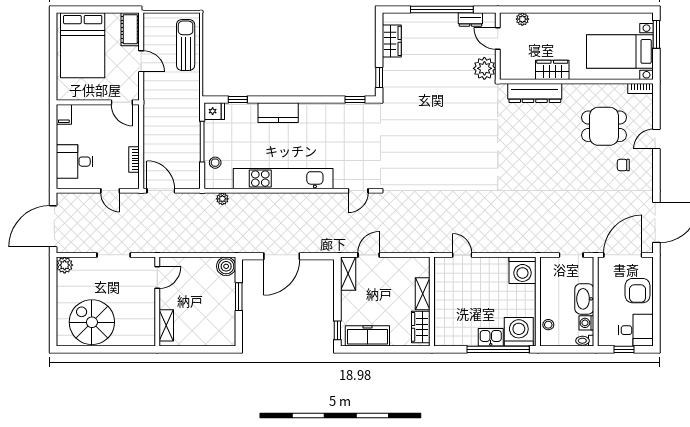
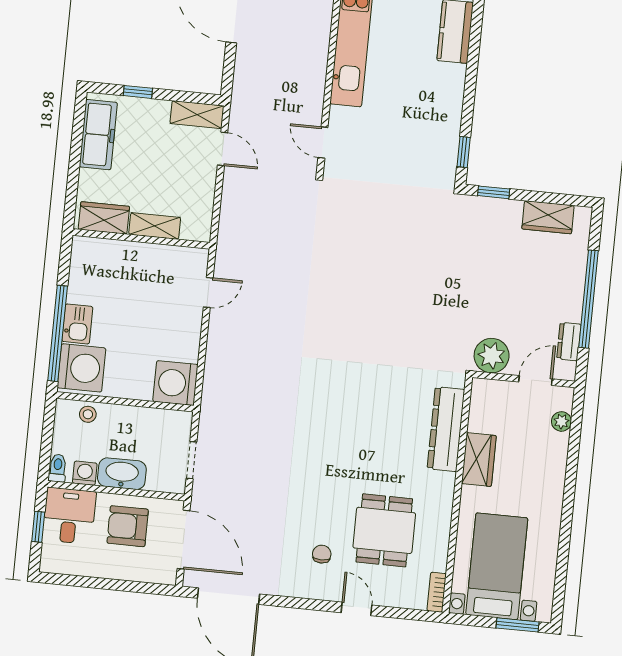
armchair: (638, 291) -> (128, 526), moved
window: (337, 330) -> (138, 92), moved
desk: (636, 330) -> (69, 516), moved, turned 180

